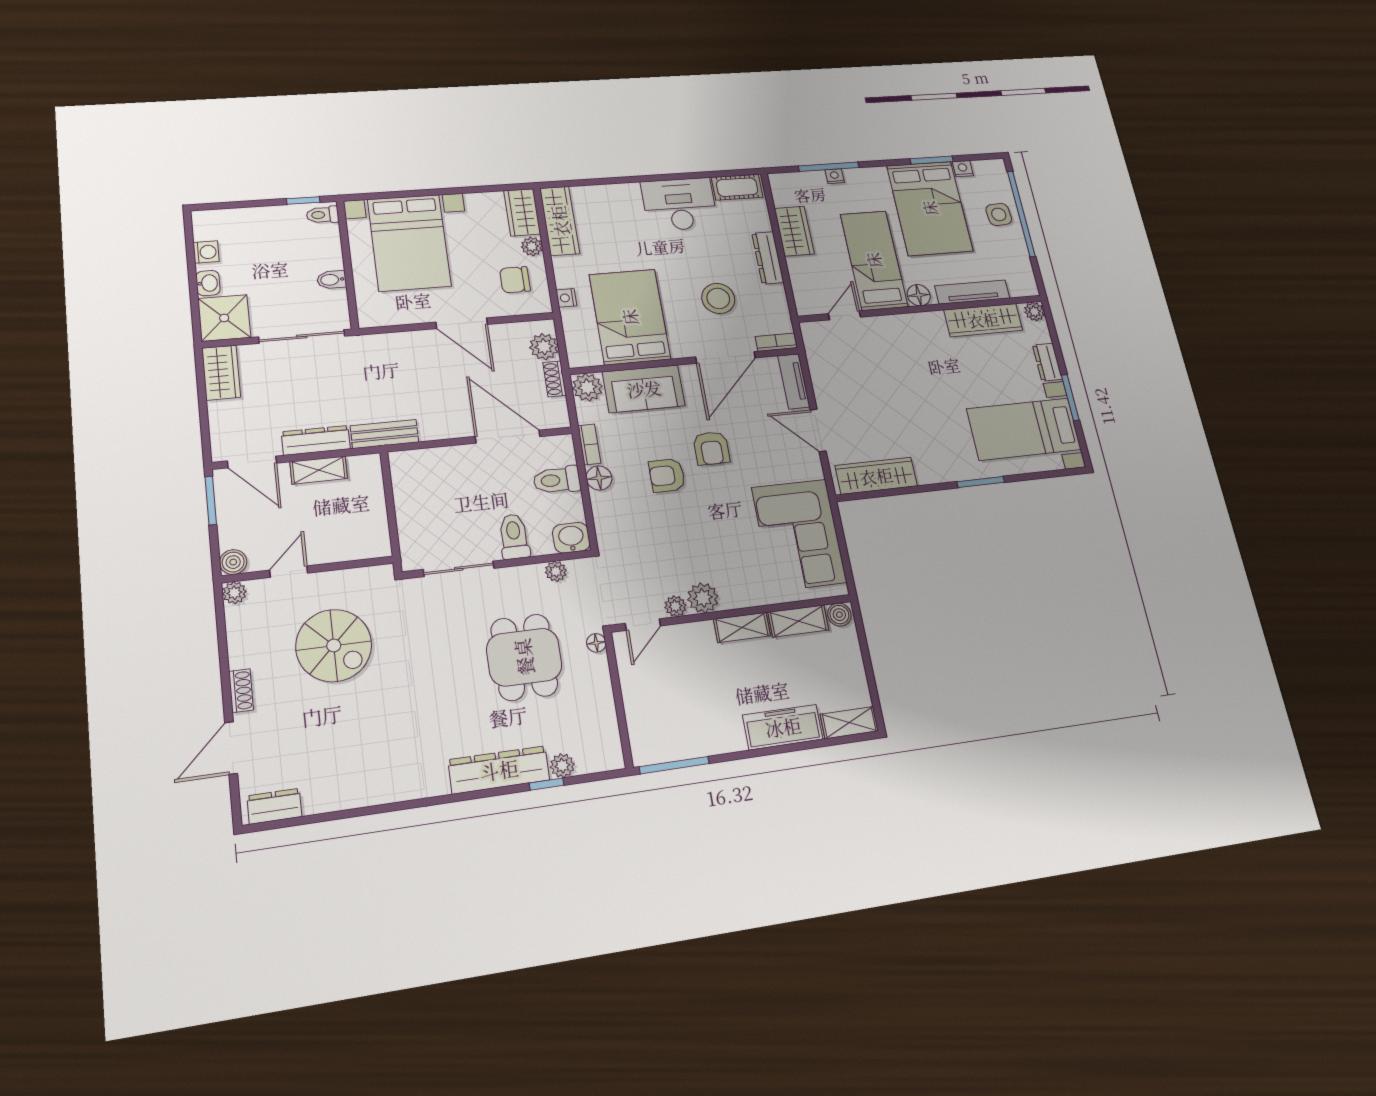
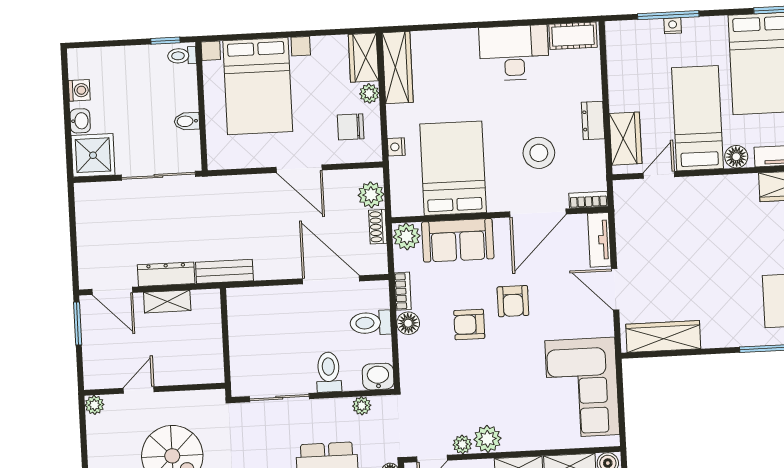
wardrobe: (794, 231) -> (625, 139), moved
dresser: (768, 258) -> (593, 120), width x0.70
wardrobe: (221, 373) -> (89, 207), removed
boiler: (233, 562) -> (94, 378), removed

